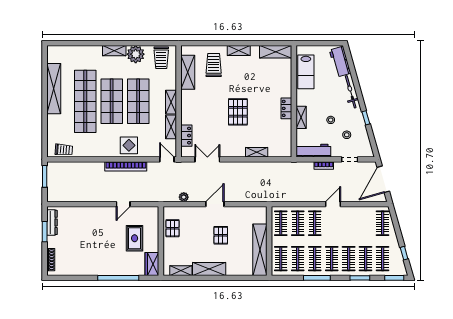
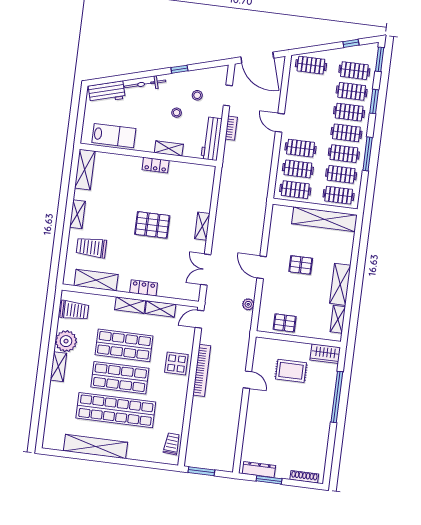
locker: (186, 136) -> (144, 288), moved
shelving: (257, 152) -> (202, 226), moved

